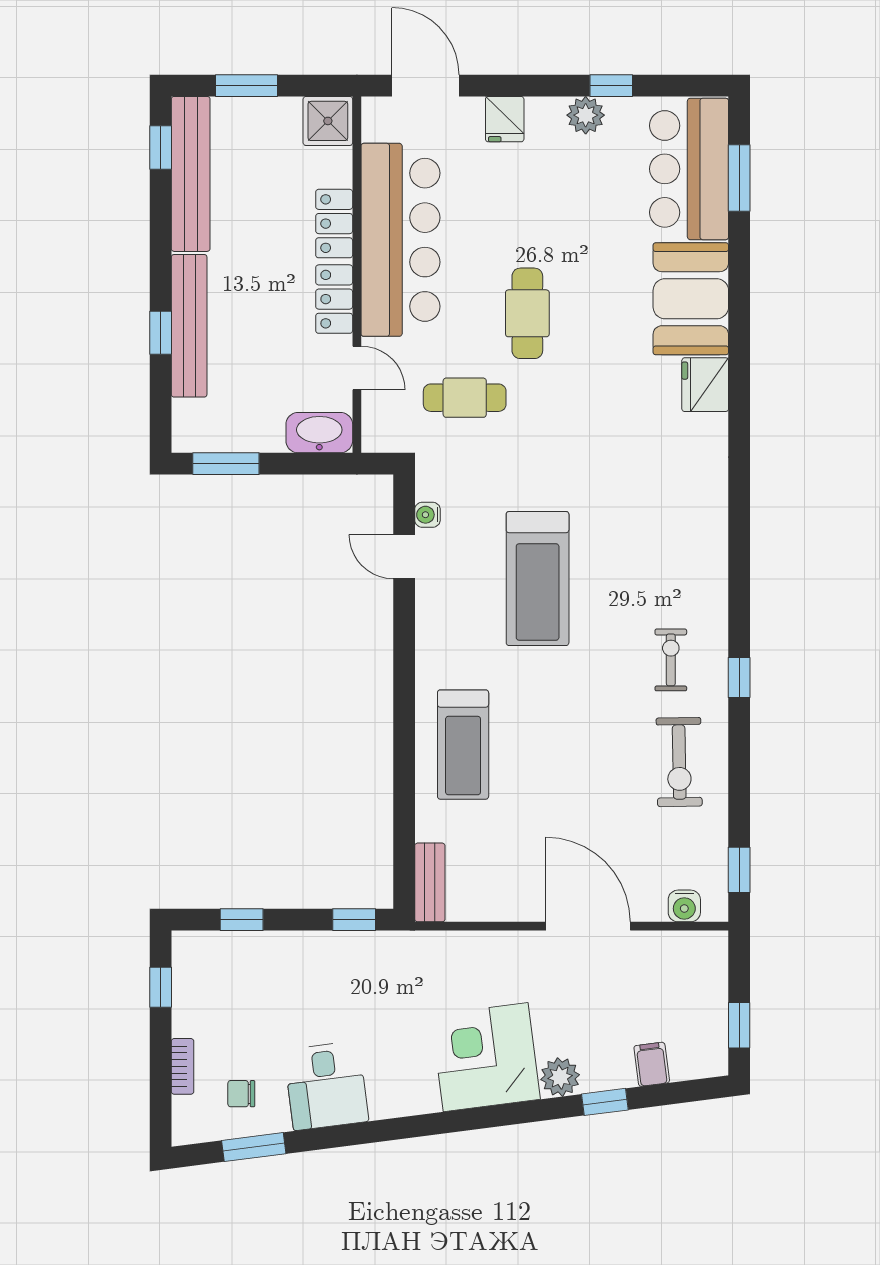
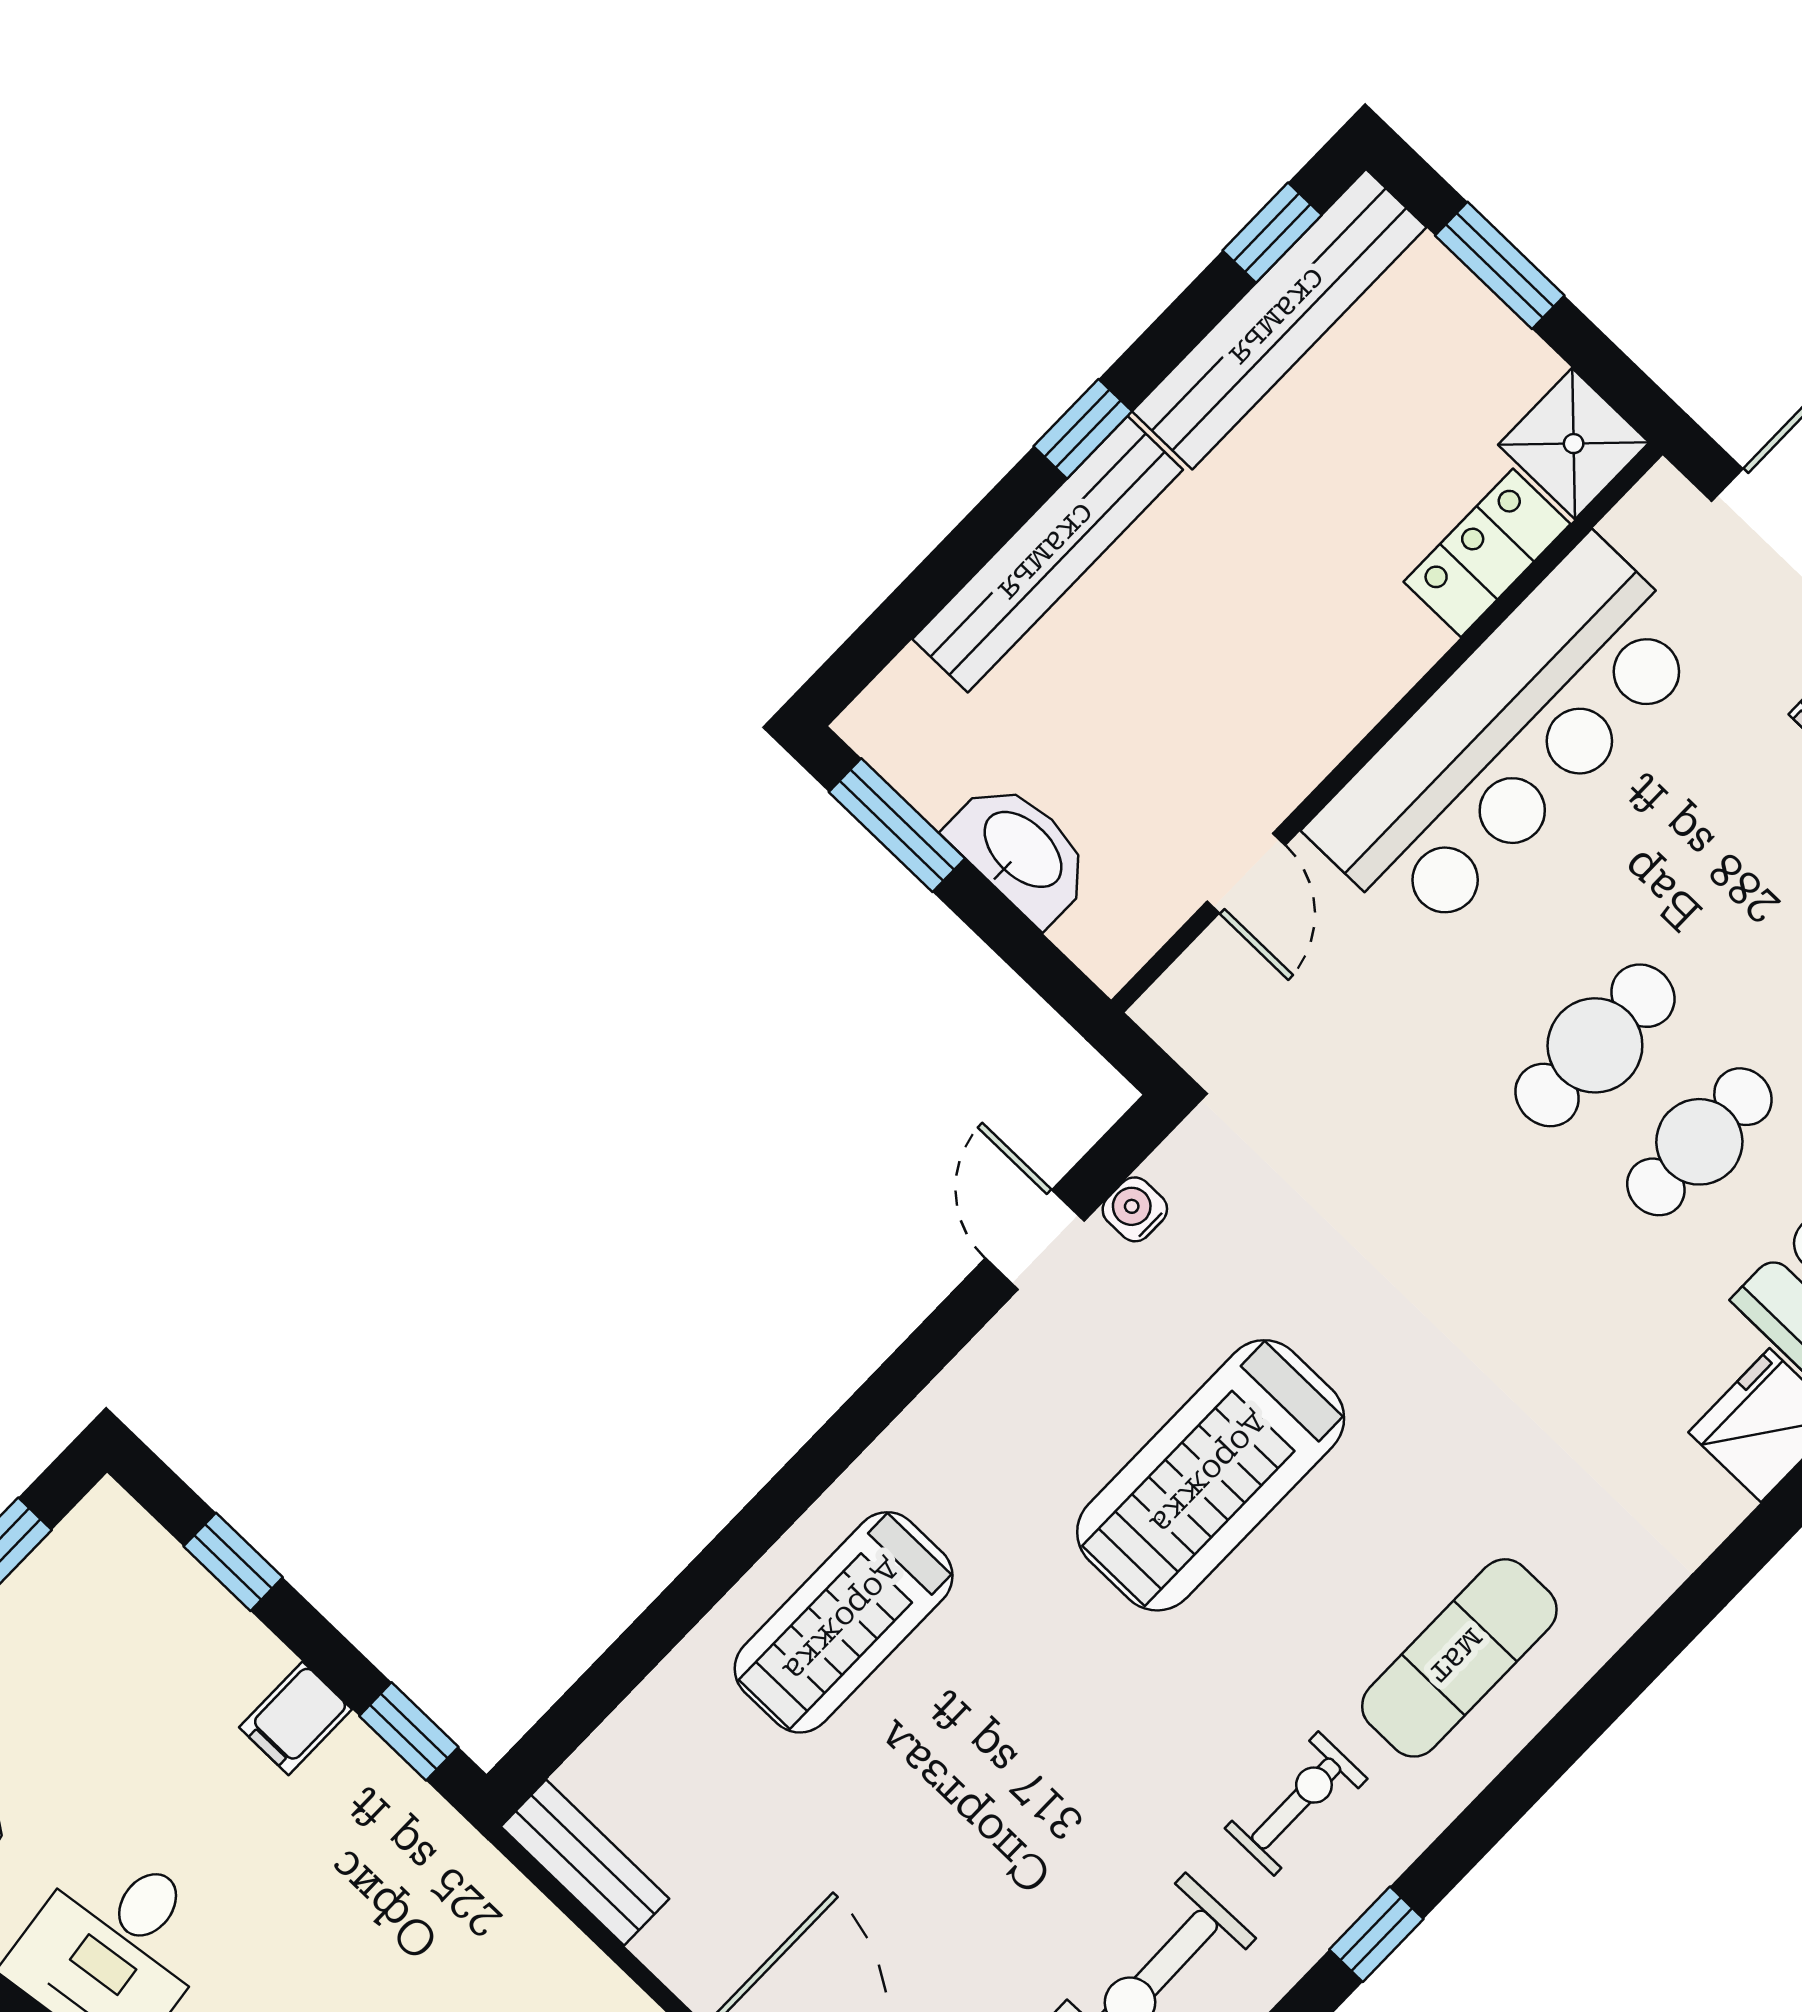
locker: (334, 224) -> (1487, 553), moved
locker: (334, 299) -> (1315, 732), removed
window: (161, 333) -> (1083, 429), moved
cafe table: (465, 398) -> (1699, 1142), moved, turned 90
washbasin: (319, 433) -> (1021, 851), moved
exercise mat: (678, 560) -> (1459, 1658), added
bench: (430, 882) -> (585, 1863), moved, turned 90
filing cabinet: (312, 952) -> (296, 1718), added

